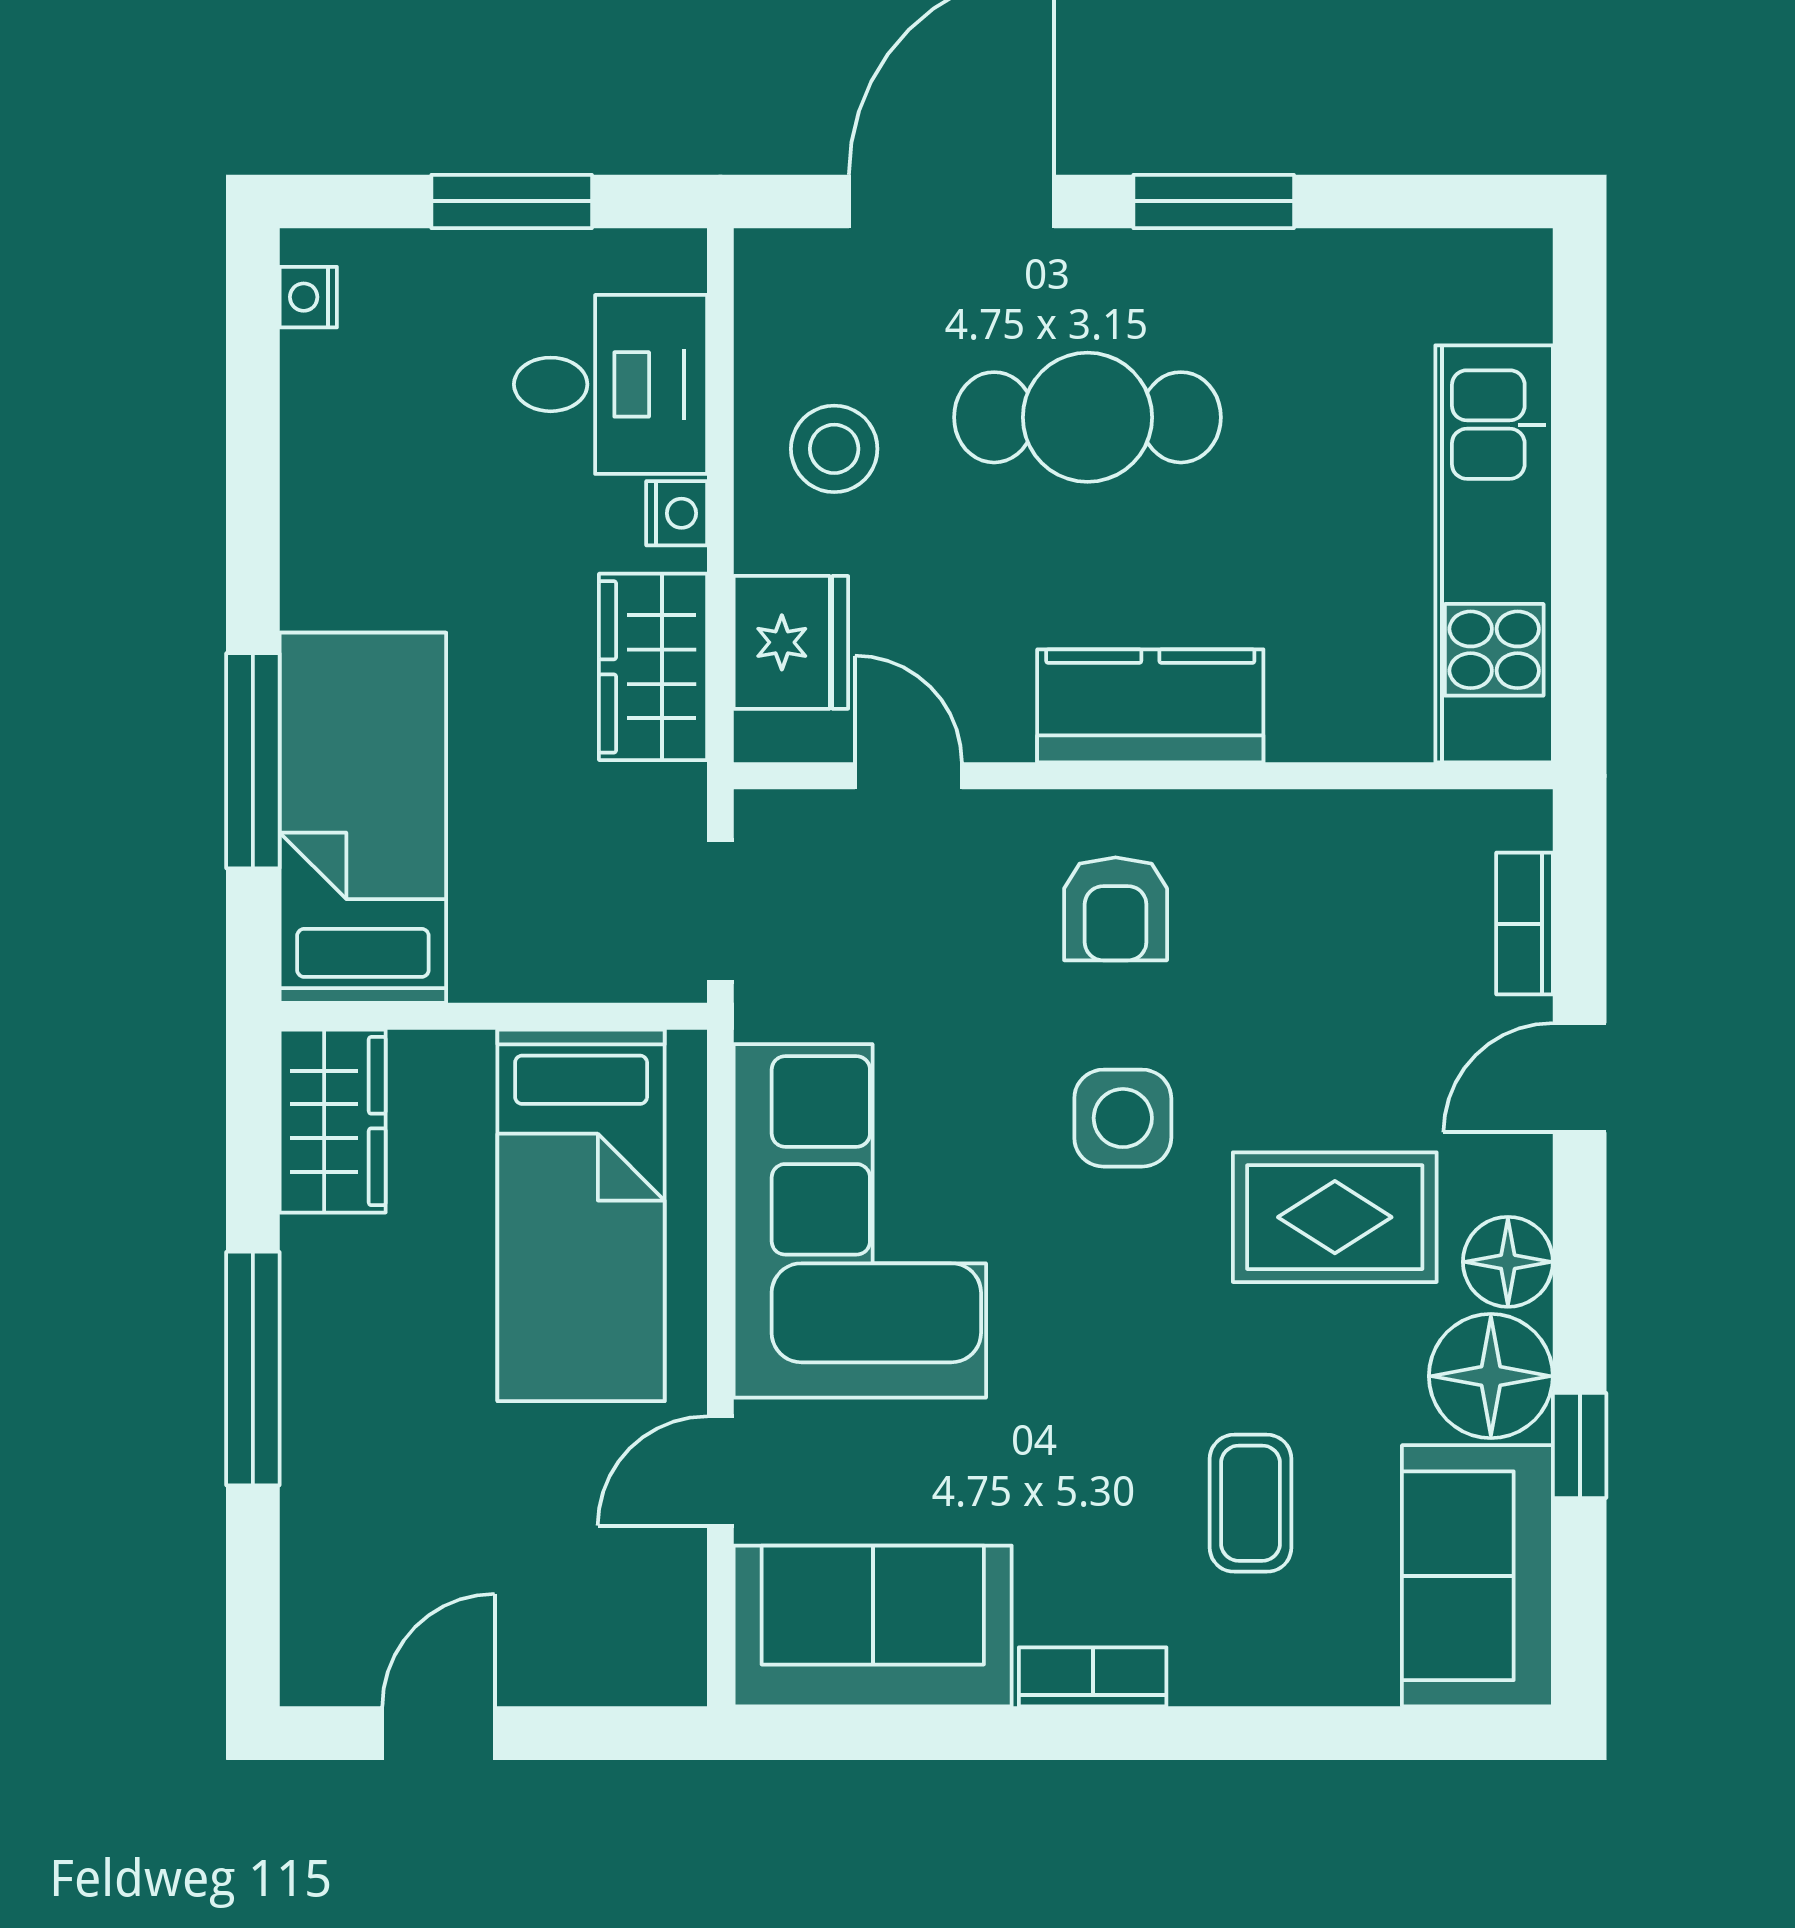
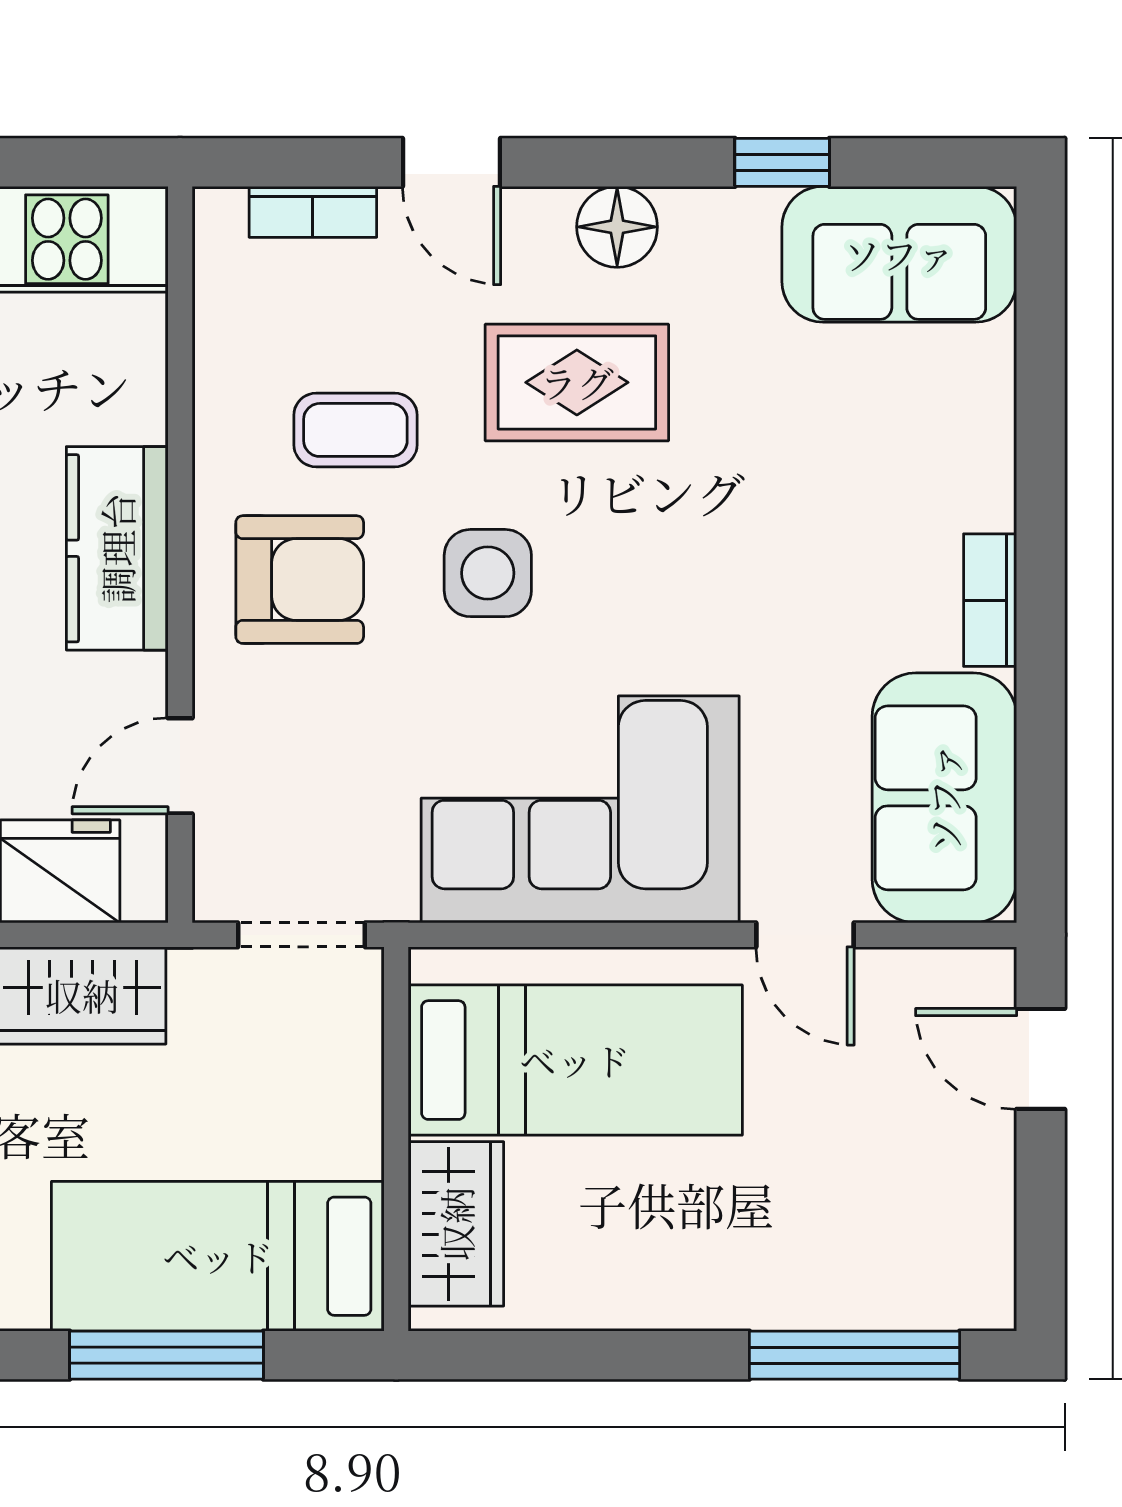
armchair: (1116, 909) -> (300, 580), width x1.38, depth x1.38
wardrobe: (333, 1121) -> (456, 1224), moved, turned 90
rug: (1335, 1217) -> (577, 382), turned 90
window: (253, 1369) -> (854, 1355), moved
floor lamp: (1491, 1376) -> (720, 242), removed
coffee table: (1251, 1503) -> (355, 430), moved
door: (439, 1733) -> (1041, 1059), moved

